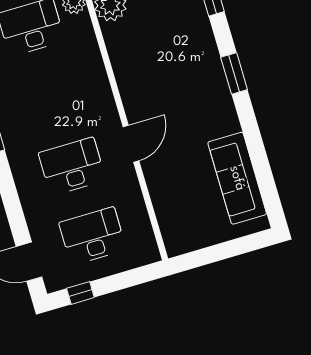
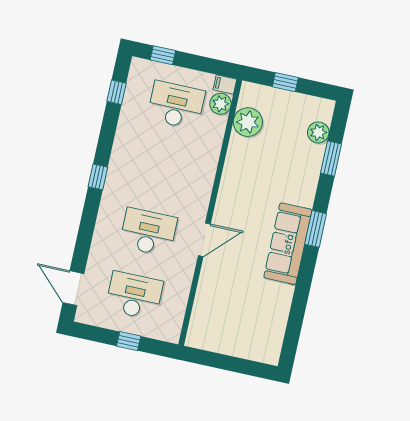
sofa: (237, 178) -> (288, 244), moved
window: (80, 293) -> (129, 341), moved

